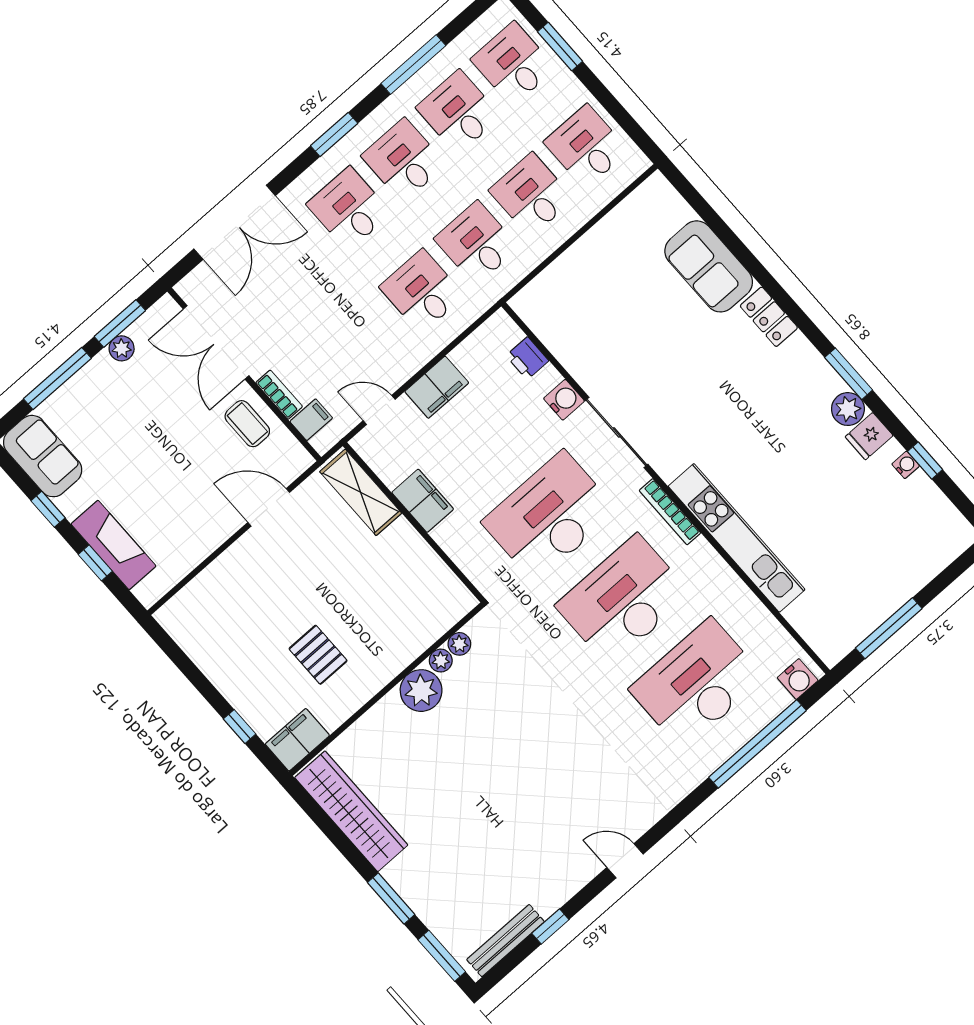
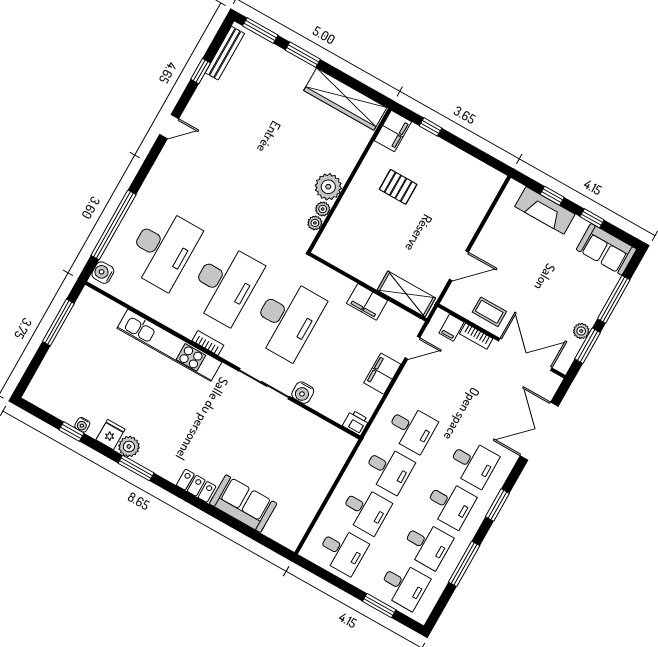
printer: (527, 358) -> (356, 423), moved
bookcase: (670, 512) -> (208, 343), width x0.64

